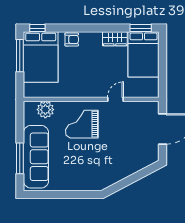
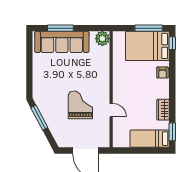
bed: (144, 54) -> (150, 139), width x0.67
plant: (45, 110) -> (102, 39), moved
grand piano: (82, 124) -> (80, 105), moved
window: (124, 183) -> (39, 118), added

